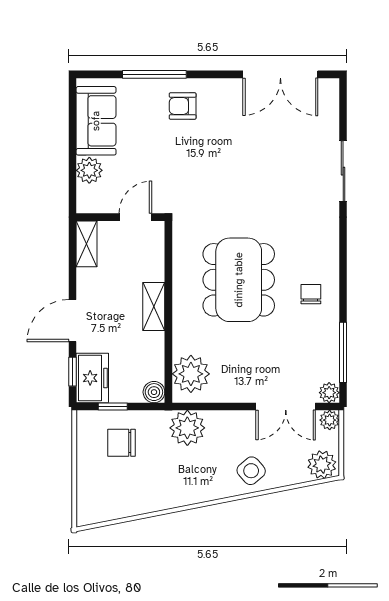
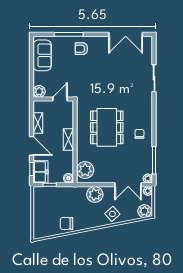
plant: (89, 170) -> (39, 91), moved
shelving: (87, 244) -> (38, 123), moved
door: (72, 321) -> (31, 146), swing flipped
plant: (187, 428) -> (95, 194), moved
chair: (122, 443) -> (66, 223), moved

